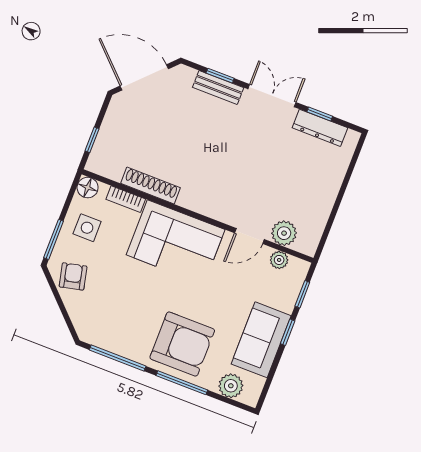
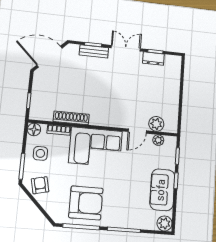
dresser: (320, 128) -> (153, 59), width x0.70
armchair: (182, 344) -> (86, 203), moved
plant: (231, 386) -> (165, 223), moved

